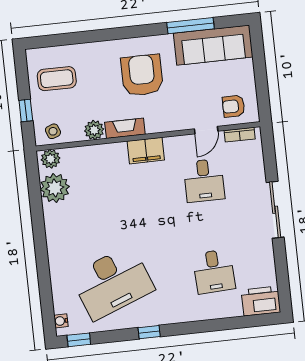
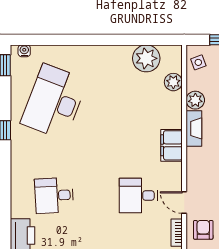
plant: (51, 159) -> (173, 82), moved
desk: (112, 283) -> (54, 102), turned 42

